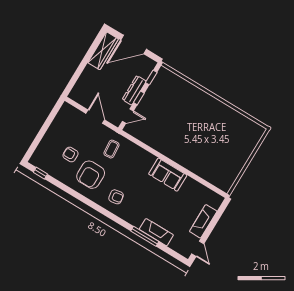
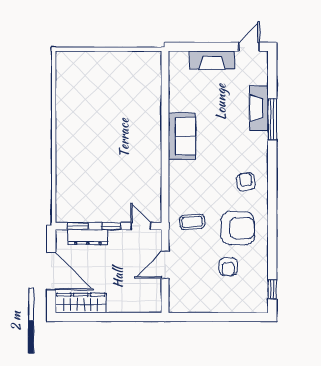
dresser: (134, 90) -> (88, 237), moved

